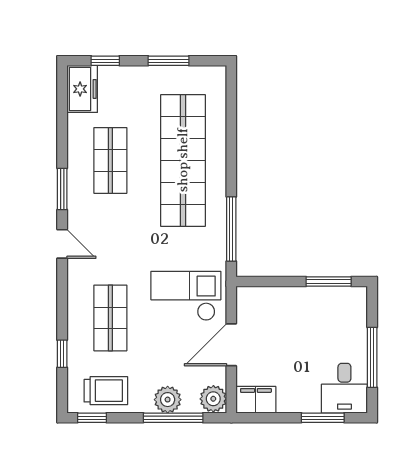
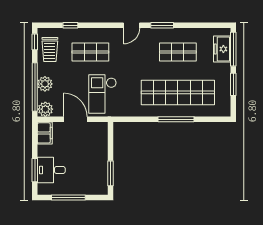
window: (105, 61) -> (233, 49), width x2.17
freezer: (82, 89) -> (222, 49), moved, turned 90
window: (231, 229) -> (176, 119), moved
checkout: (186, 296) -> (103, 94), turned 180
desk: (344, 388) -> (51, 170), moved
window: (173, 418) -> (35, 87), width x1.46

